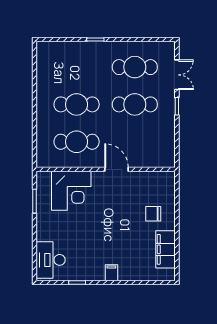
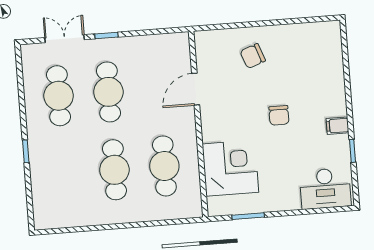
door: (117, 169) -> (196, 89), moved
chair: (153, 214) -> (253, 56), turned 70
chair: (108, 230) -> (279, 115), added
filing cabinet: (165, 249) -> (299, 36), removed
filing cabinet: (111, 273) -> (338, 126), moved

